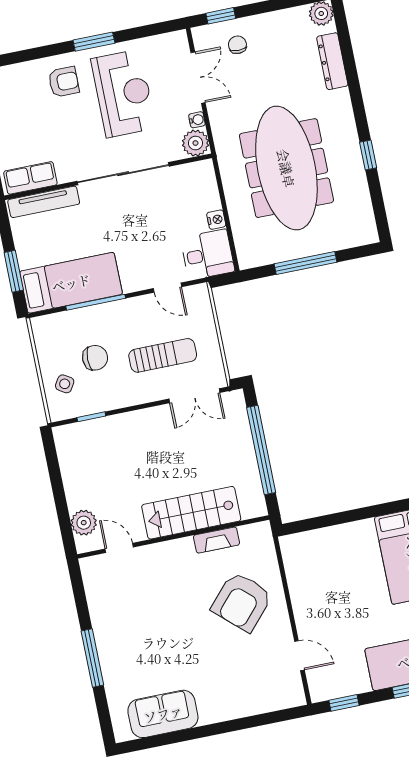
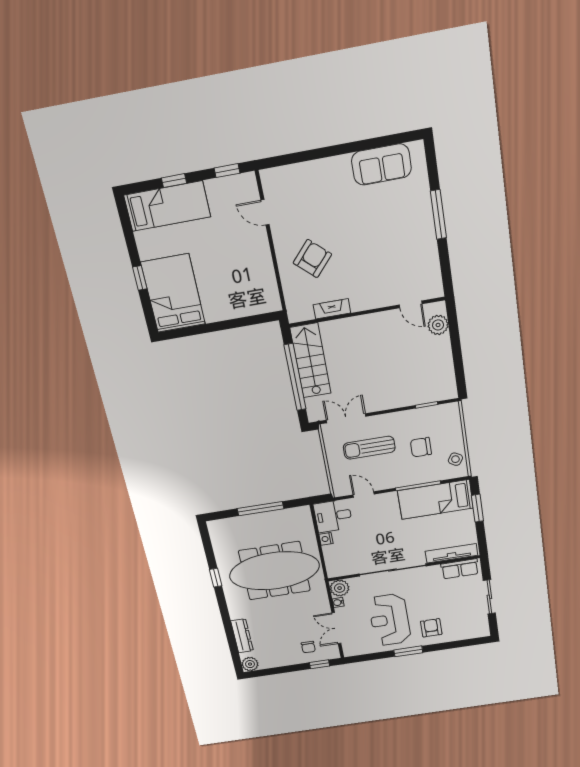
armchair: (64, 82) -> (431, 628), turned 90
meeting table: (286, 168) -> (274, 571), turned 90
side table: (65, 384) -> (455, 459), moved
stairs: (191, 513) -> (311, 361), moved, turned -90
armchair: (242, 602) -> (312, 259), width x0.73, depth x0.73

